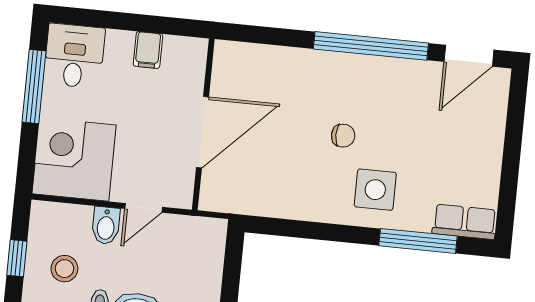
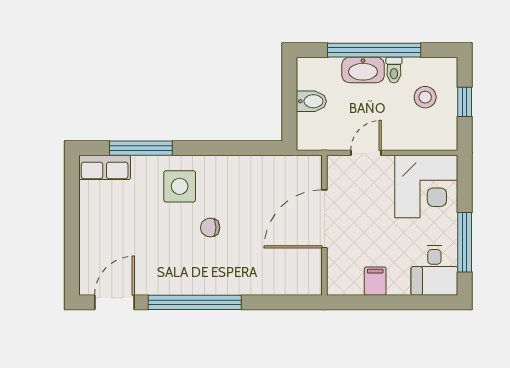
bidet: (106, 226) -> (311, 101), moved, turned 90

